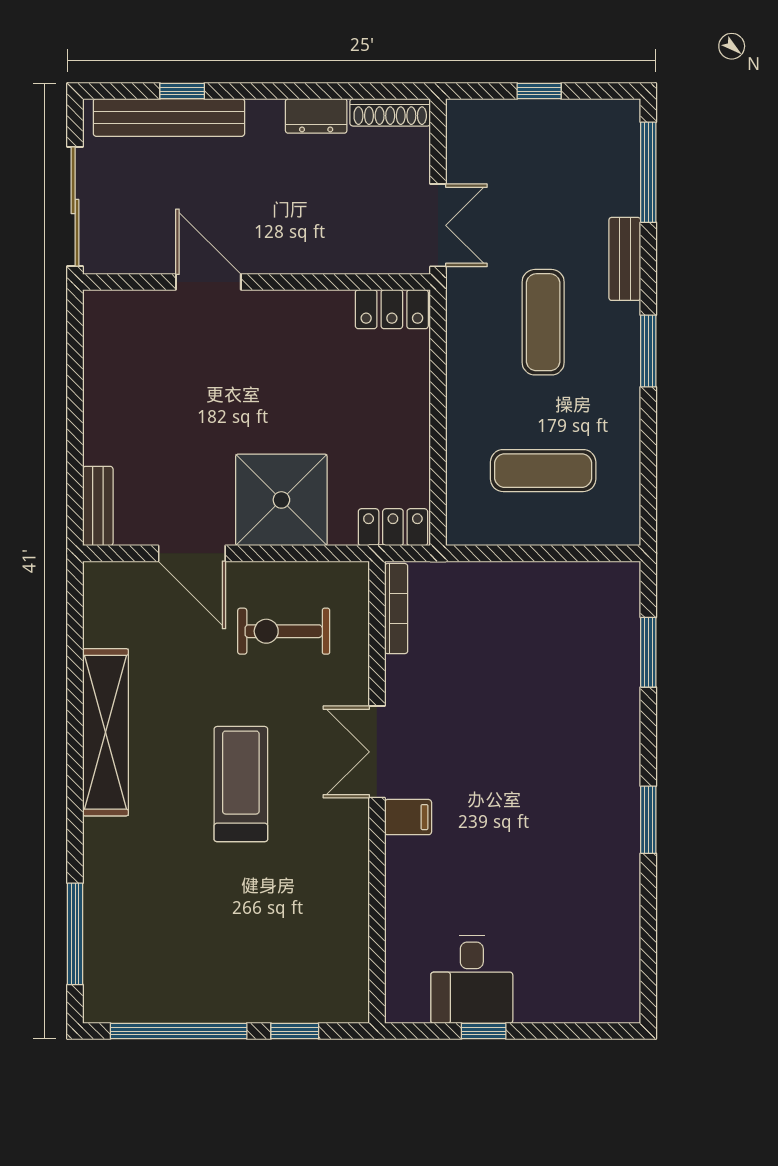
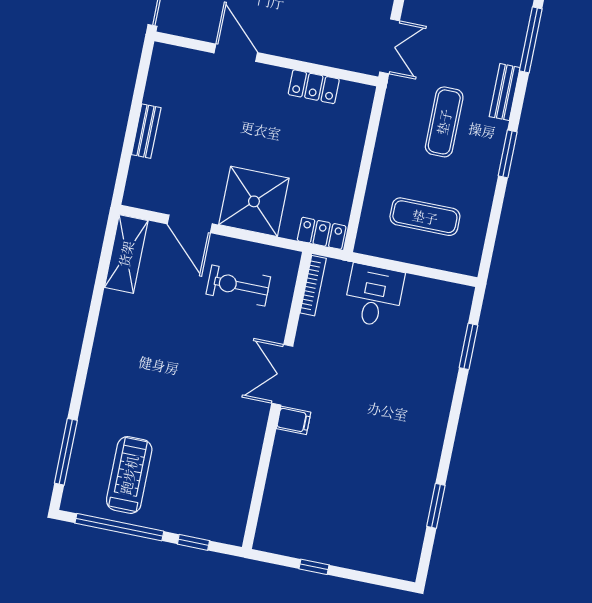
locker: (392, 309) -> (314, 87), moved
bench: (98, 506) -> (146, 131), moved
shelving: (105, 732) -> (126, 254), moved, width x0.68
treadmill: (241, 784) -> (129, 475), moved
window: (648, 820) -> (436, 506), moved
desk: (472, 979) -> (374, 296), moved, turned 180

